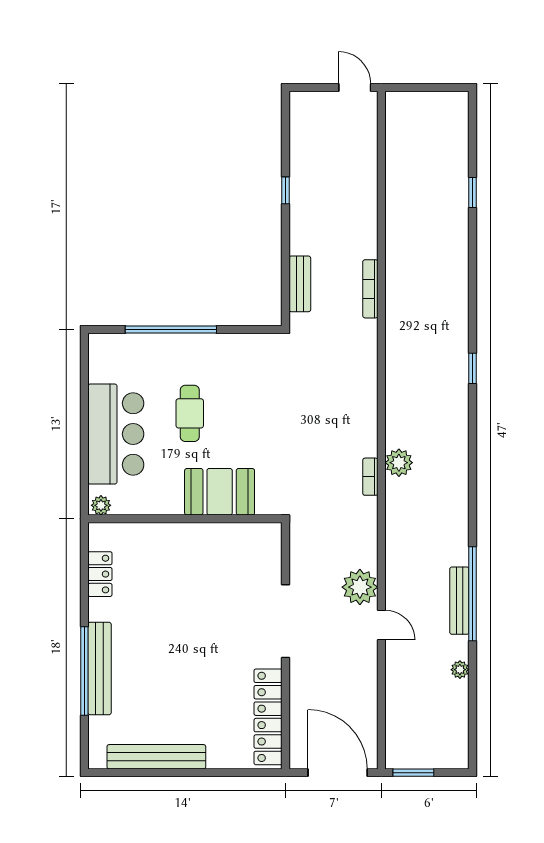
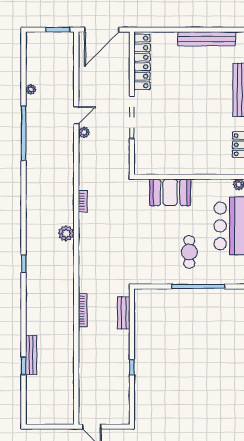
cafe table: (190, 413) -> (189, 252), moved
plant: (399, 463) -> (66, 233), moved
plant: (360, 587) -> (84, 132), width x0.53, depth x0.53
bench: (459, 601) -> (31, 355), moved
door: (381, 625) -> (76, 115), swing flipped
door: (338, 773) -> (102, 30), hinge flipped

